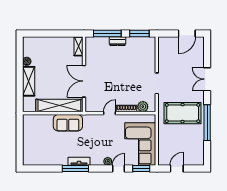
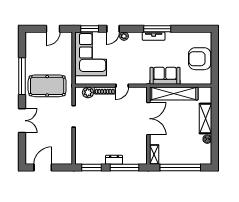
window: (53, 34) -> (180, 168), added
armchair: (34, 139) -> (200, 59), added

